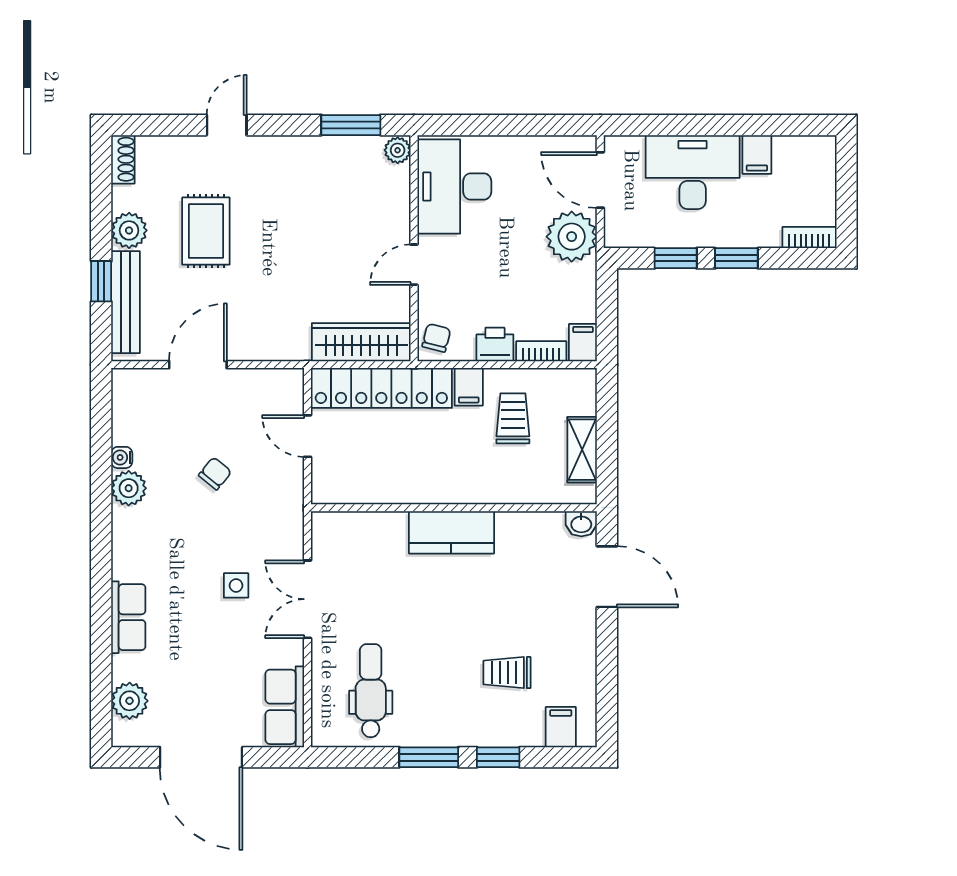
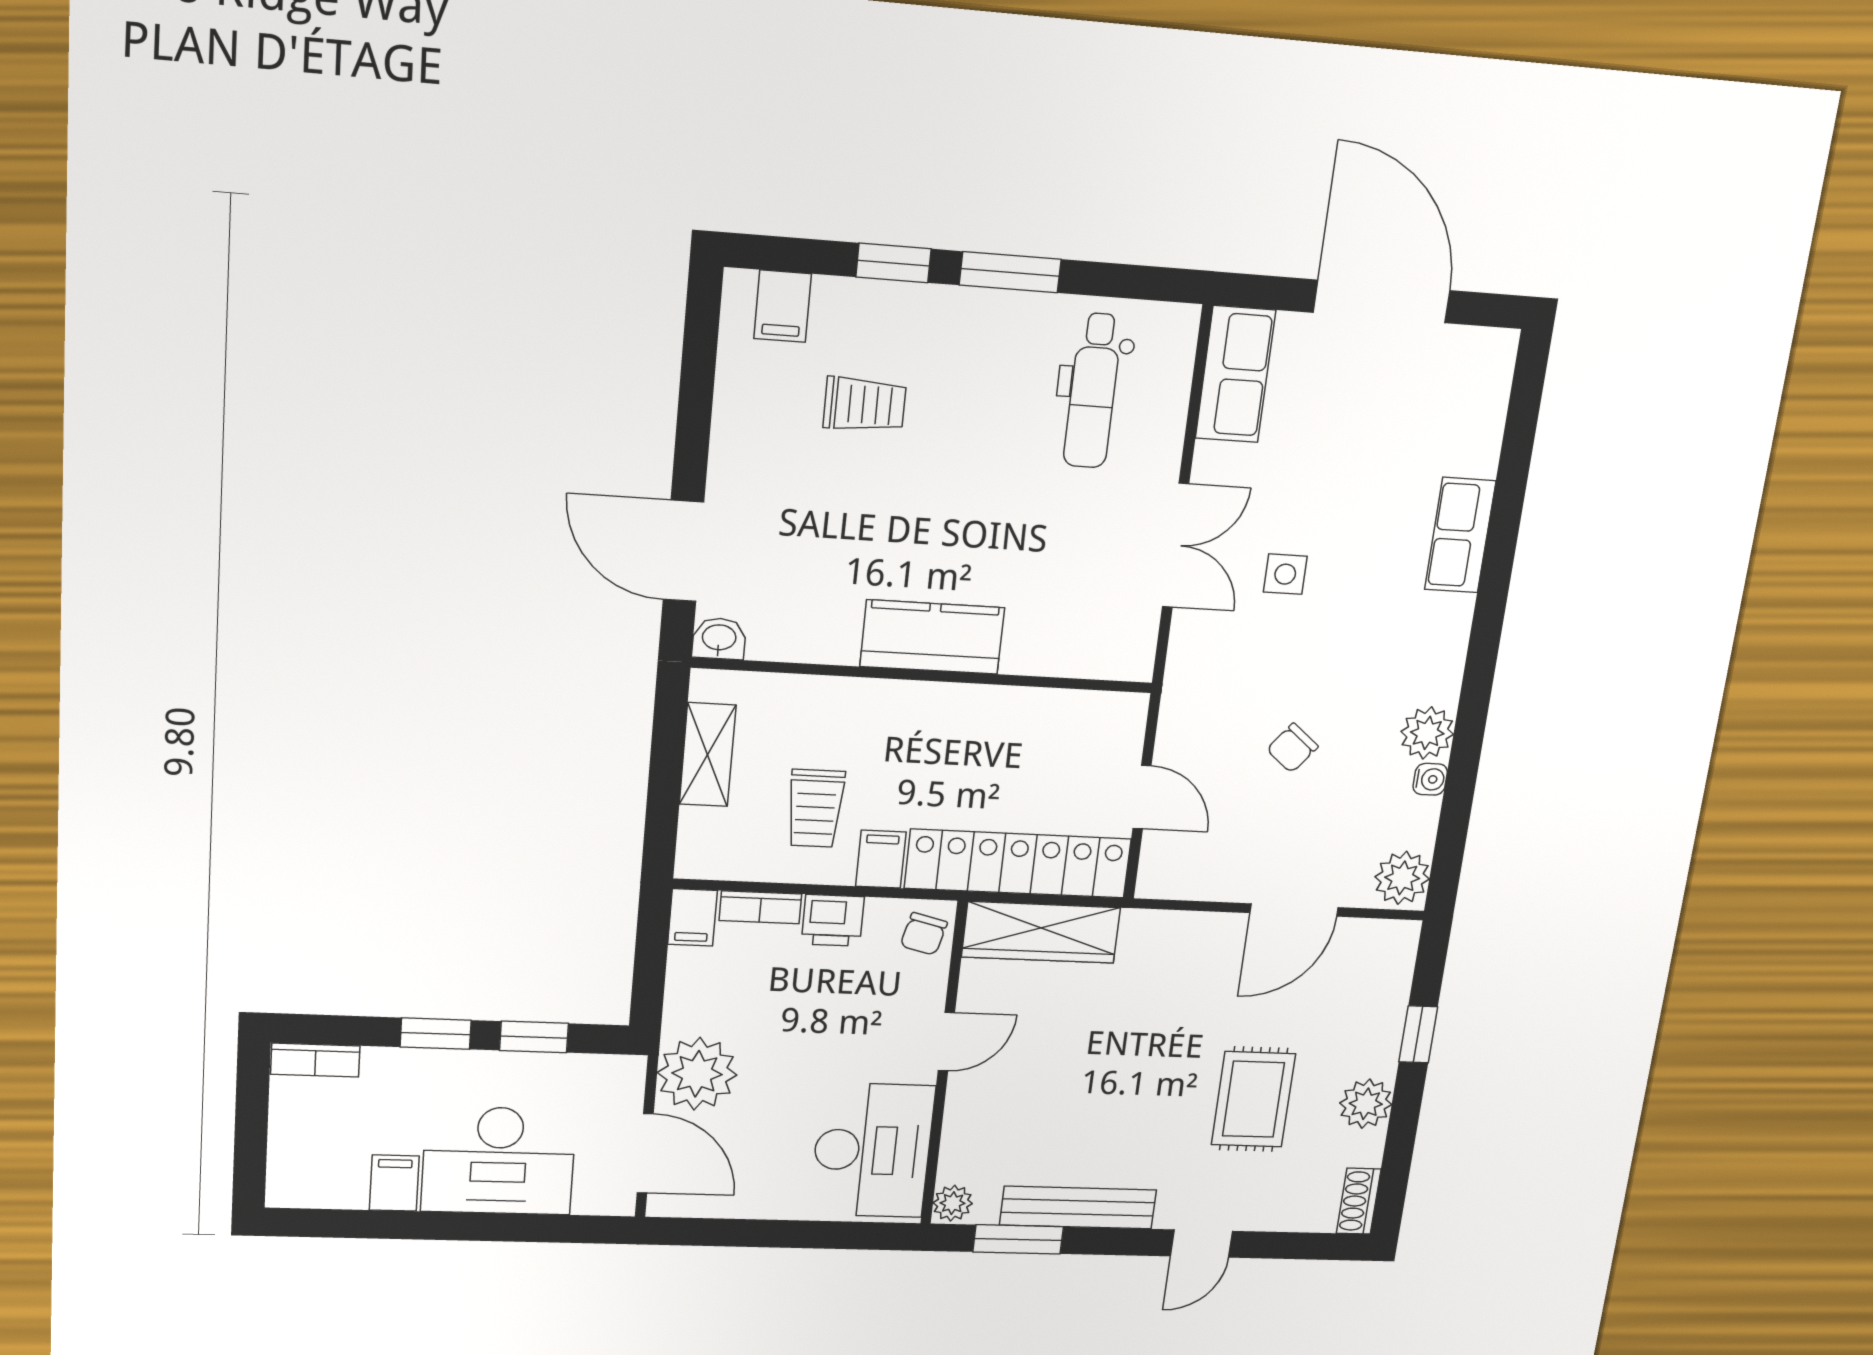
bench: (125, 302) -> (1078, 1208), moved, turned 90
plant: (130, 701) -> (1402, 878), moved

